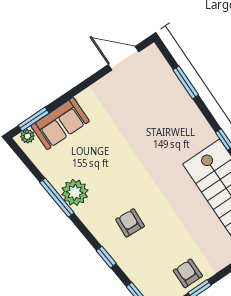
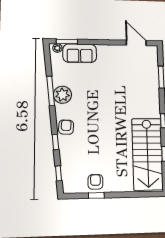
armchair: (130, 223) -> (66, 127), moved

